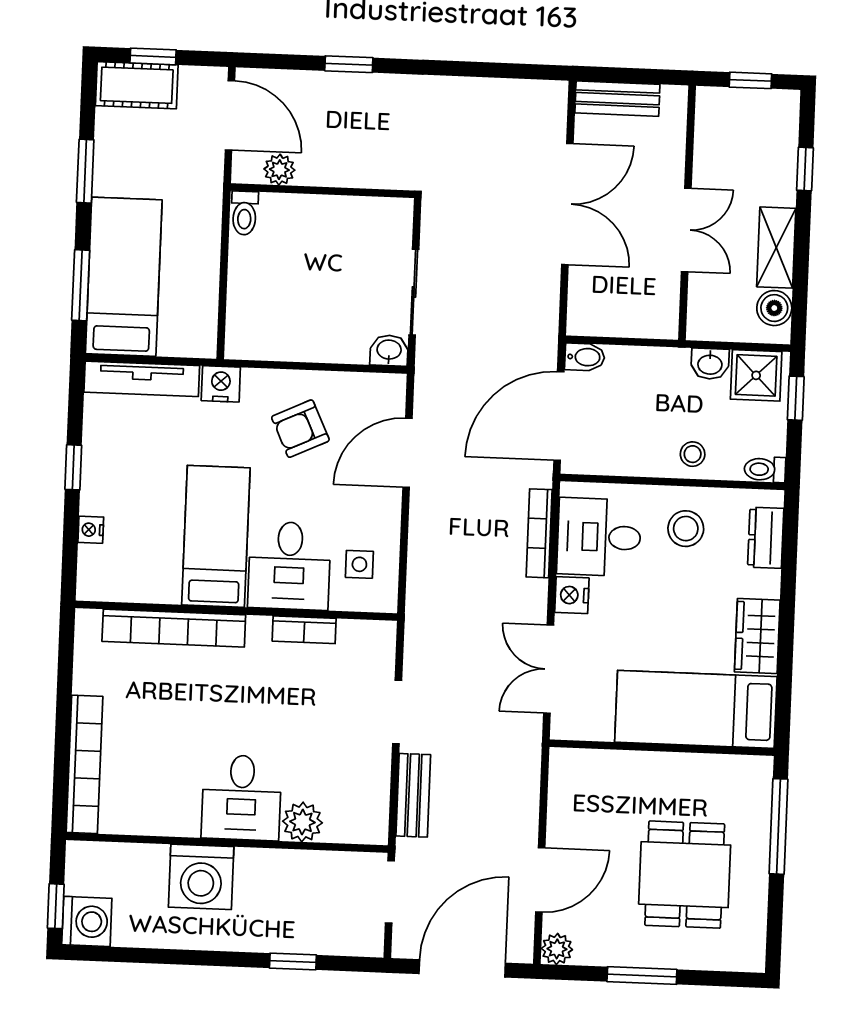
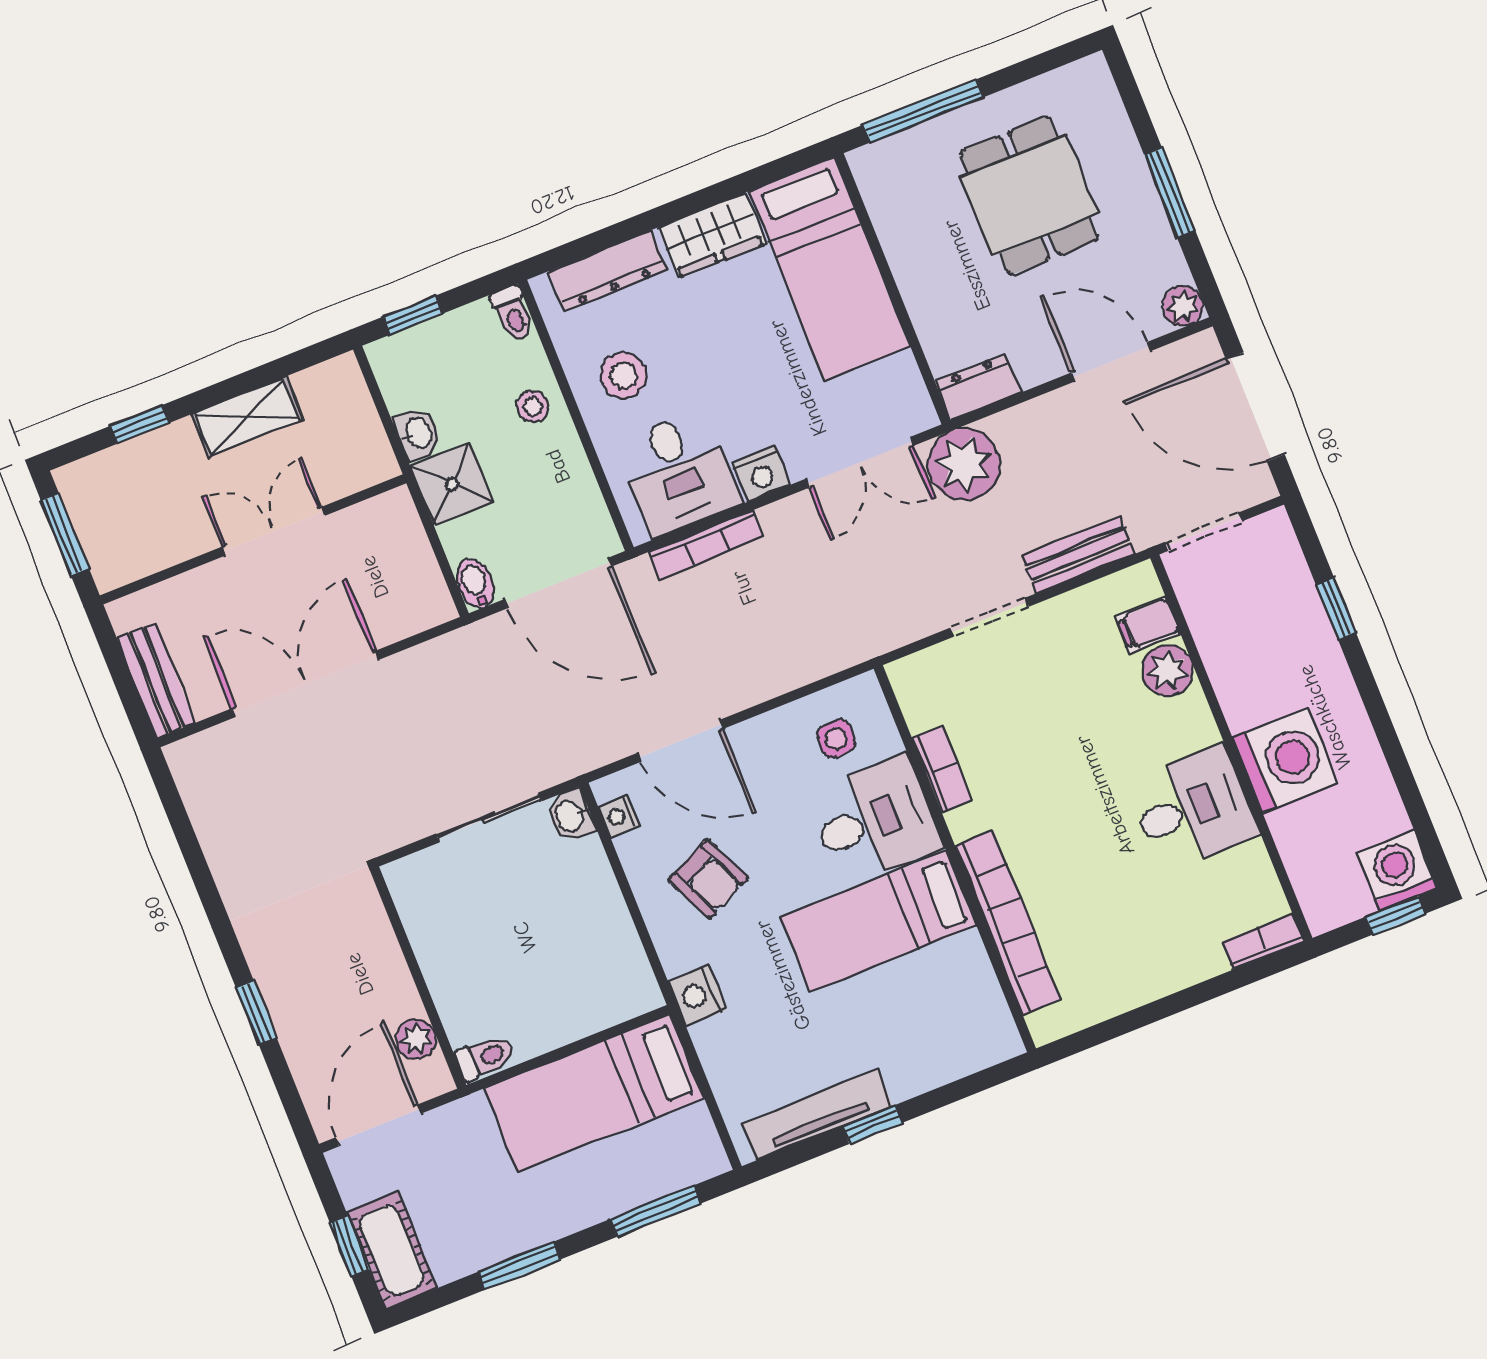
window: (750, 80) -> (65, 534), width x1.50
bed: (124, 277) -> (594, 1093), moved
boiler: (774, 308) -> (319, 387), removed
shower: (756, 375) -> (452, 484), moved
tv unit: (142, 379) -> (817, 1115), moved, turned -90
nightstand: (91, 530) -> (619, 816), moved, turned 90
dresser: (766, 538) -> (608, 271), width x1.44
plant: (514, 743) -> (964, 464), added
bookcase: (85, 764) -> (1263, 942), width x0.43, depth x0.76
dresser: (565, 777) -> (978, 387), added
desk: (242, 798) -> (1192, 808), moved
filing cabinet: (341, 822) -> (1148, 625), added
dining table: (685, 875) -> (1029, 195), turned 90

